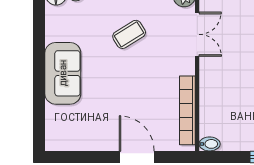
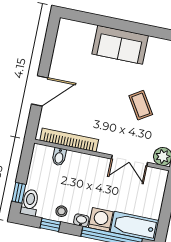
bidet: (210, 144) -> (59, 157), moved

